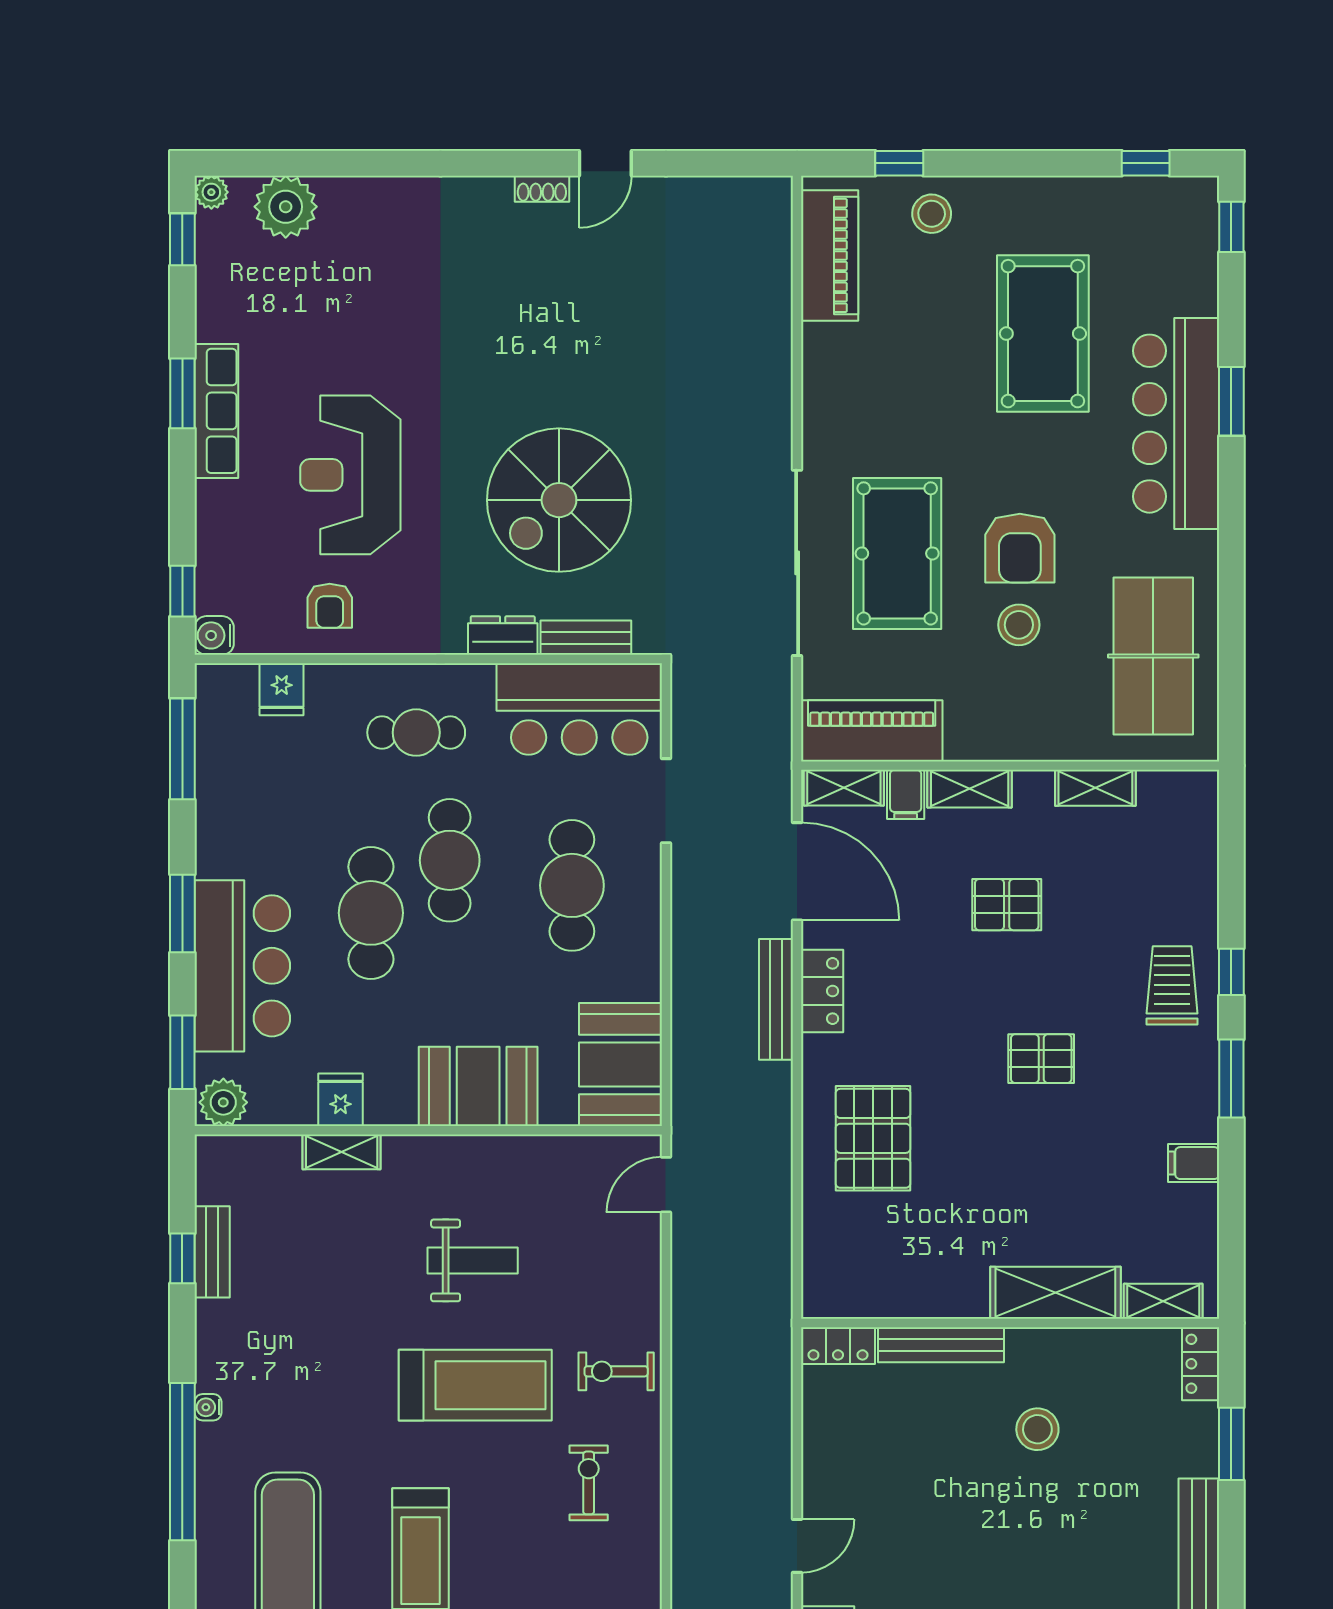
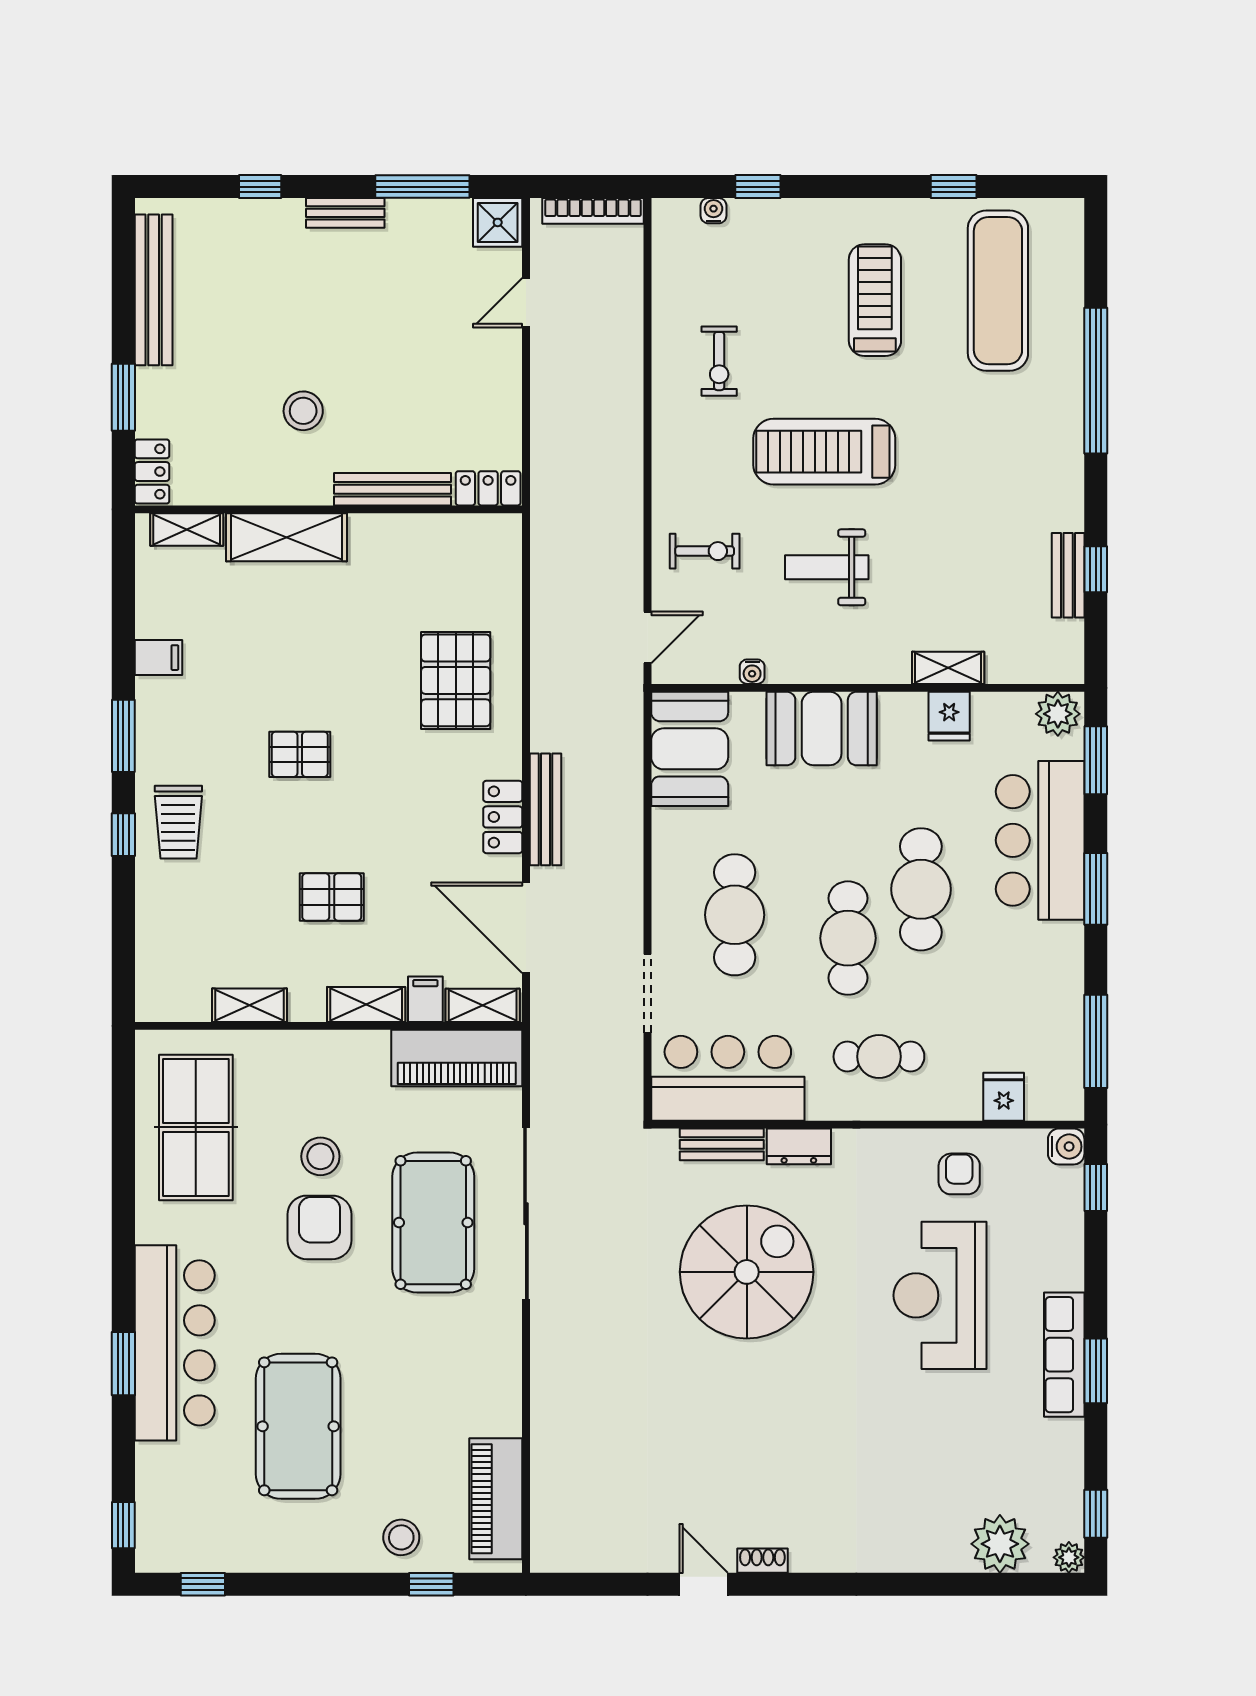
door: (605, 163) -> (704, 1584), hinge flipped
reception desk: (350, 475) -> (940, 1295), turned 180
exercise bike: (616, 1371) -> (705, 551), moved
water cooler: (208, 1407) -> (752, 672), moved, turned 90

